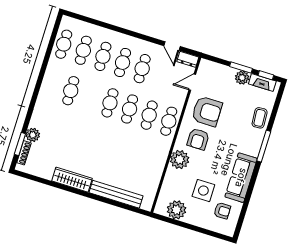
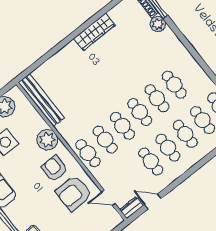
door: (192, 82) -> (108, 198), swing flipped
cafe table: (90, 97) -> (157, 98), added
bench: (116, 194) -> (41, 100), moved, turned 90

